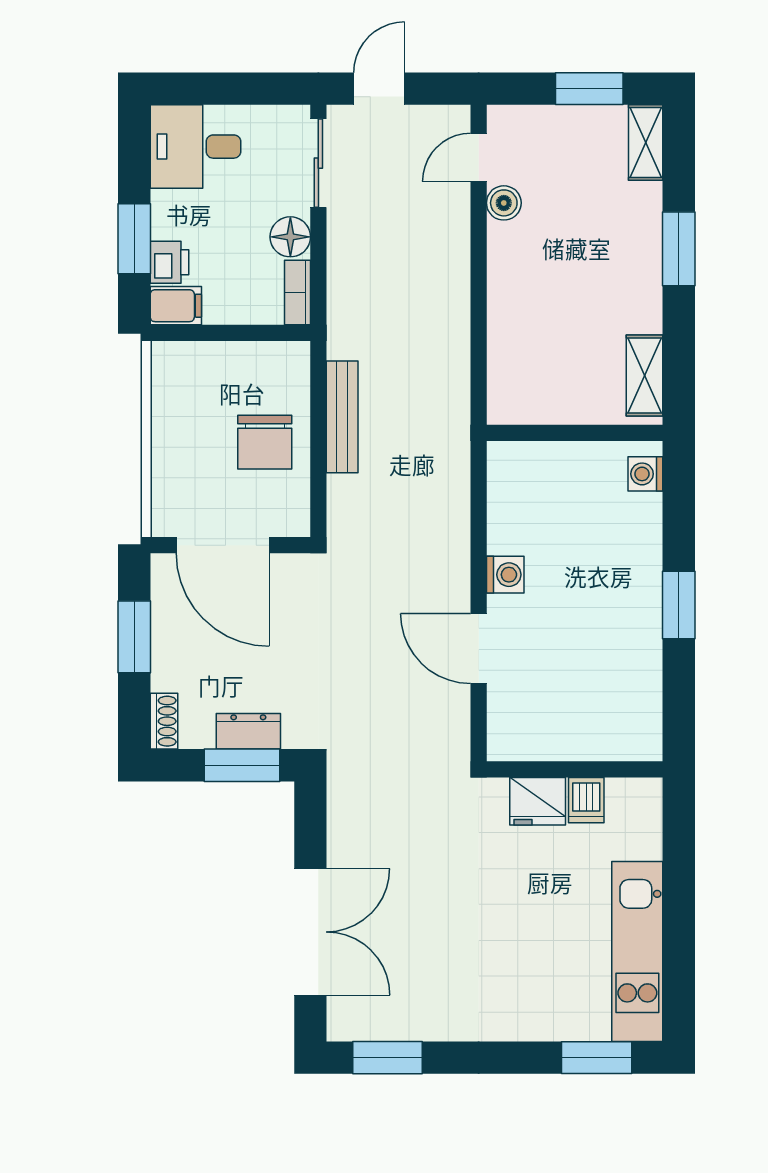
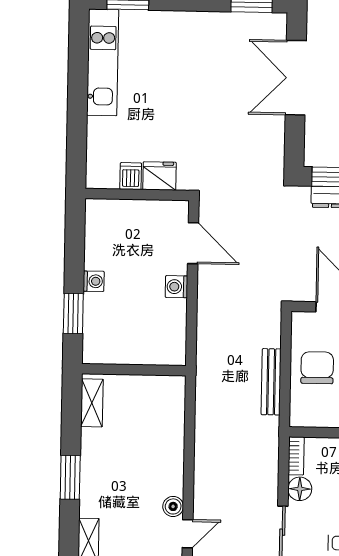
washing machine: (645, 474) -> (94, 281), moved
window: (679, 605) -> (73, 313), moved
wall: (575, 769) -> (137, 194), moved
dishwasher: (586, 800) -> (131, 176), moved
fridge: (538, 801) -> (160, 176), moved

